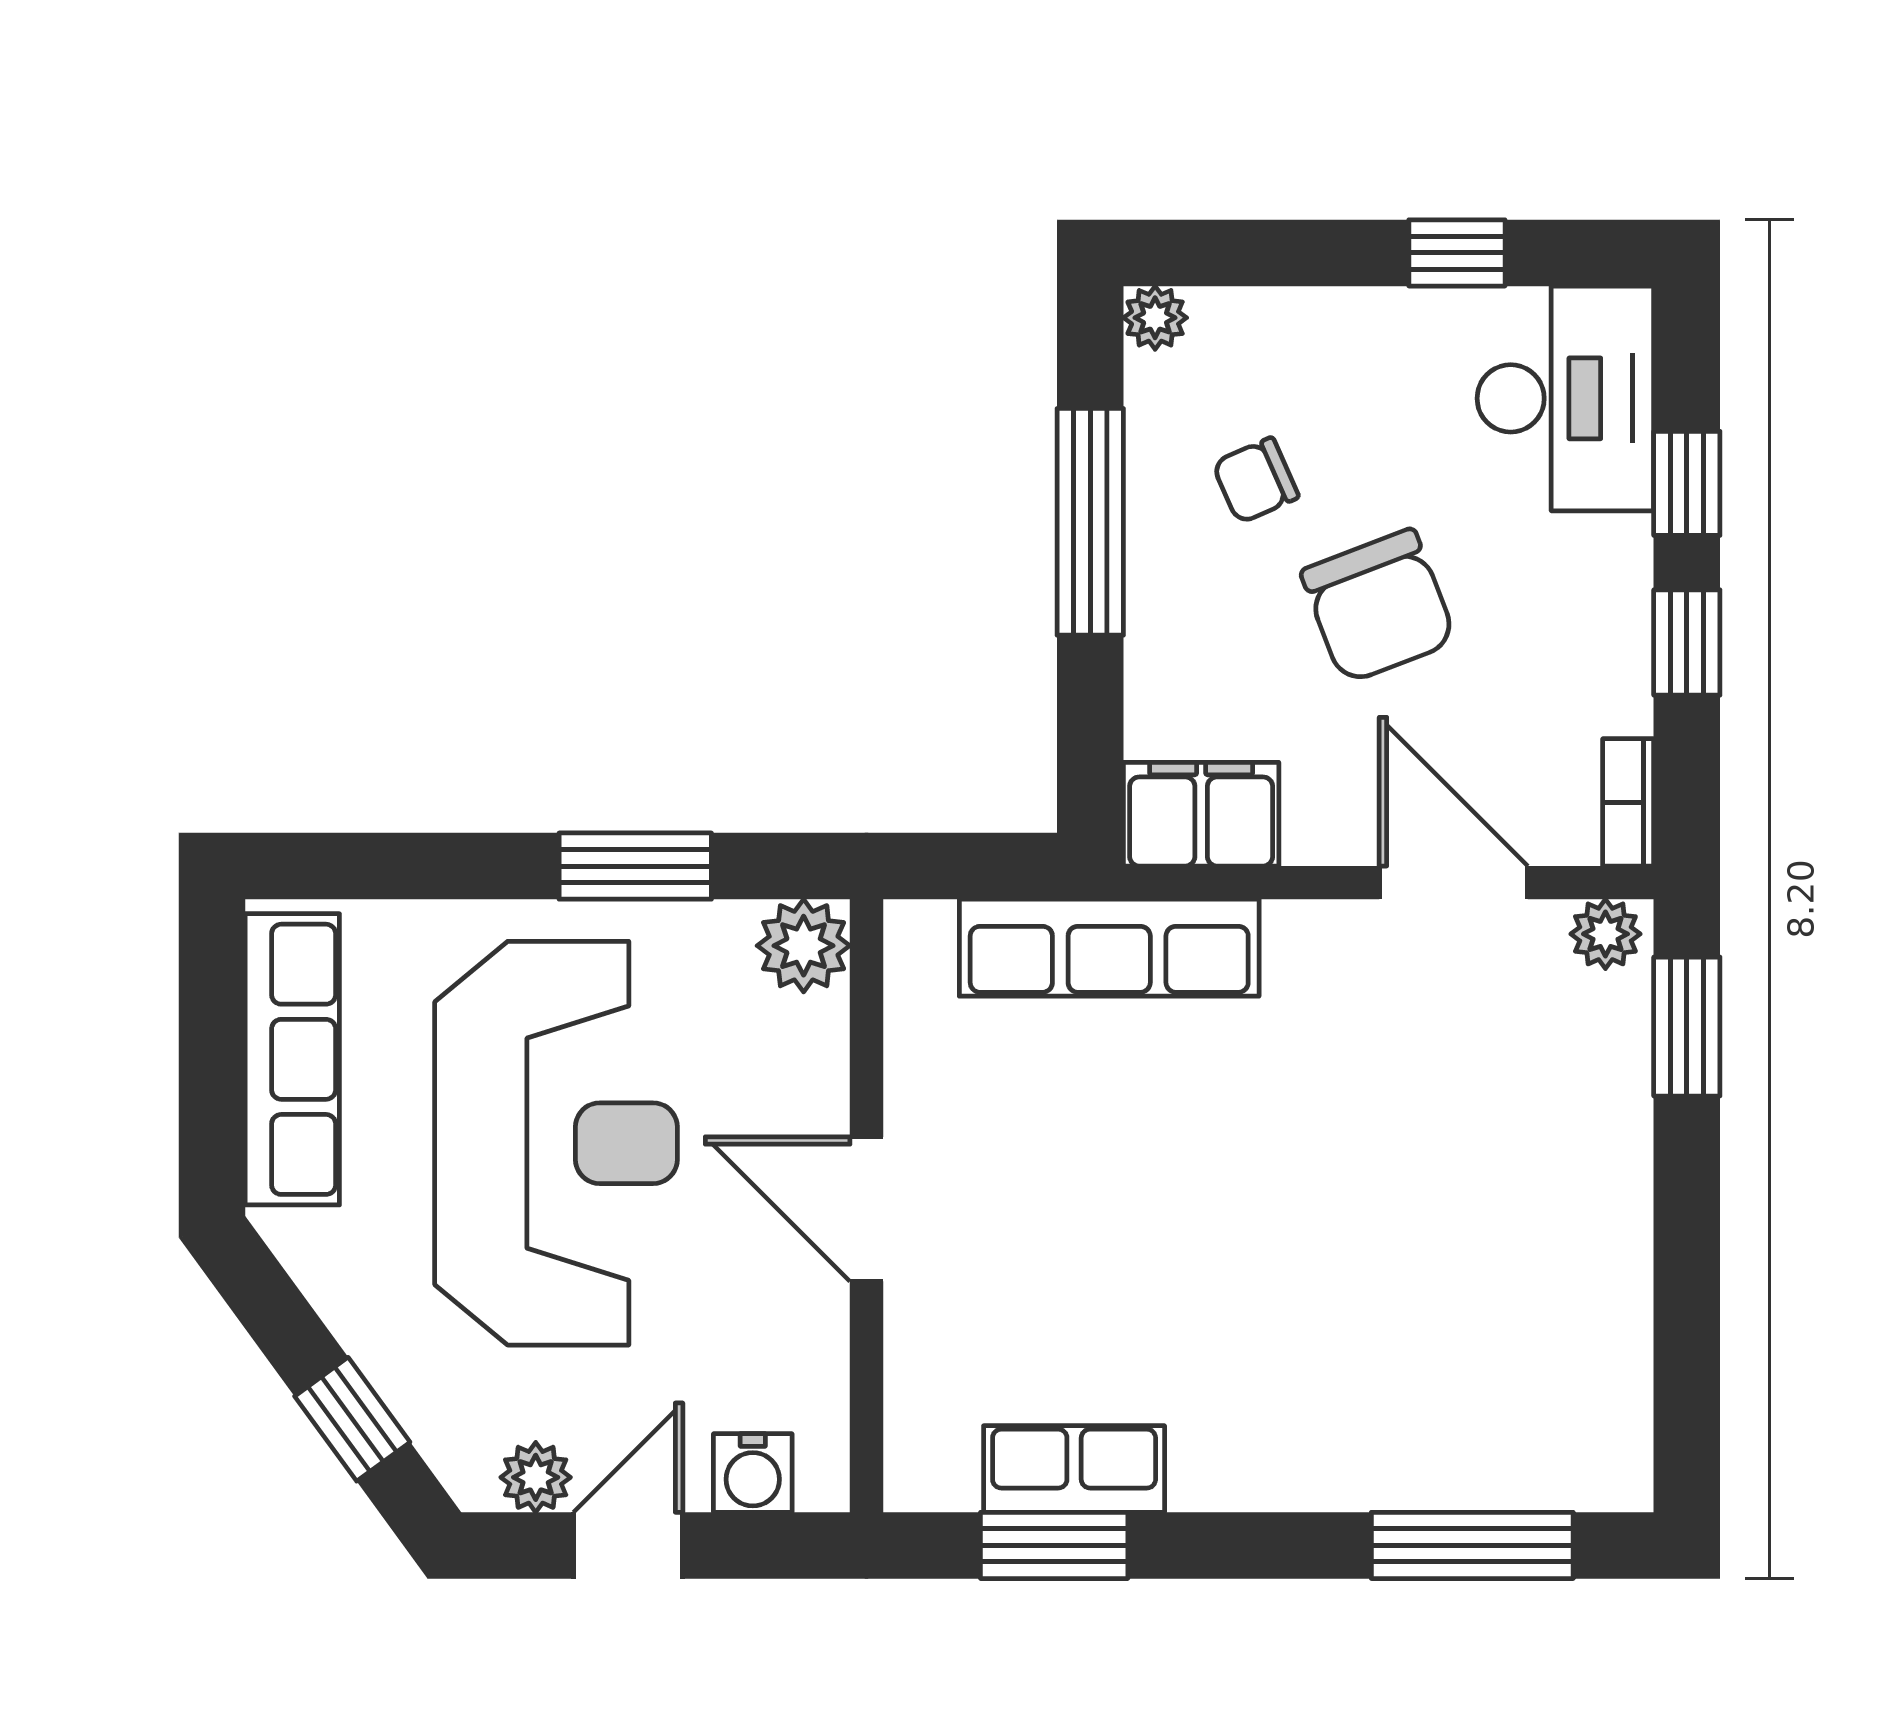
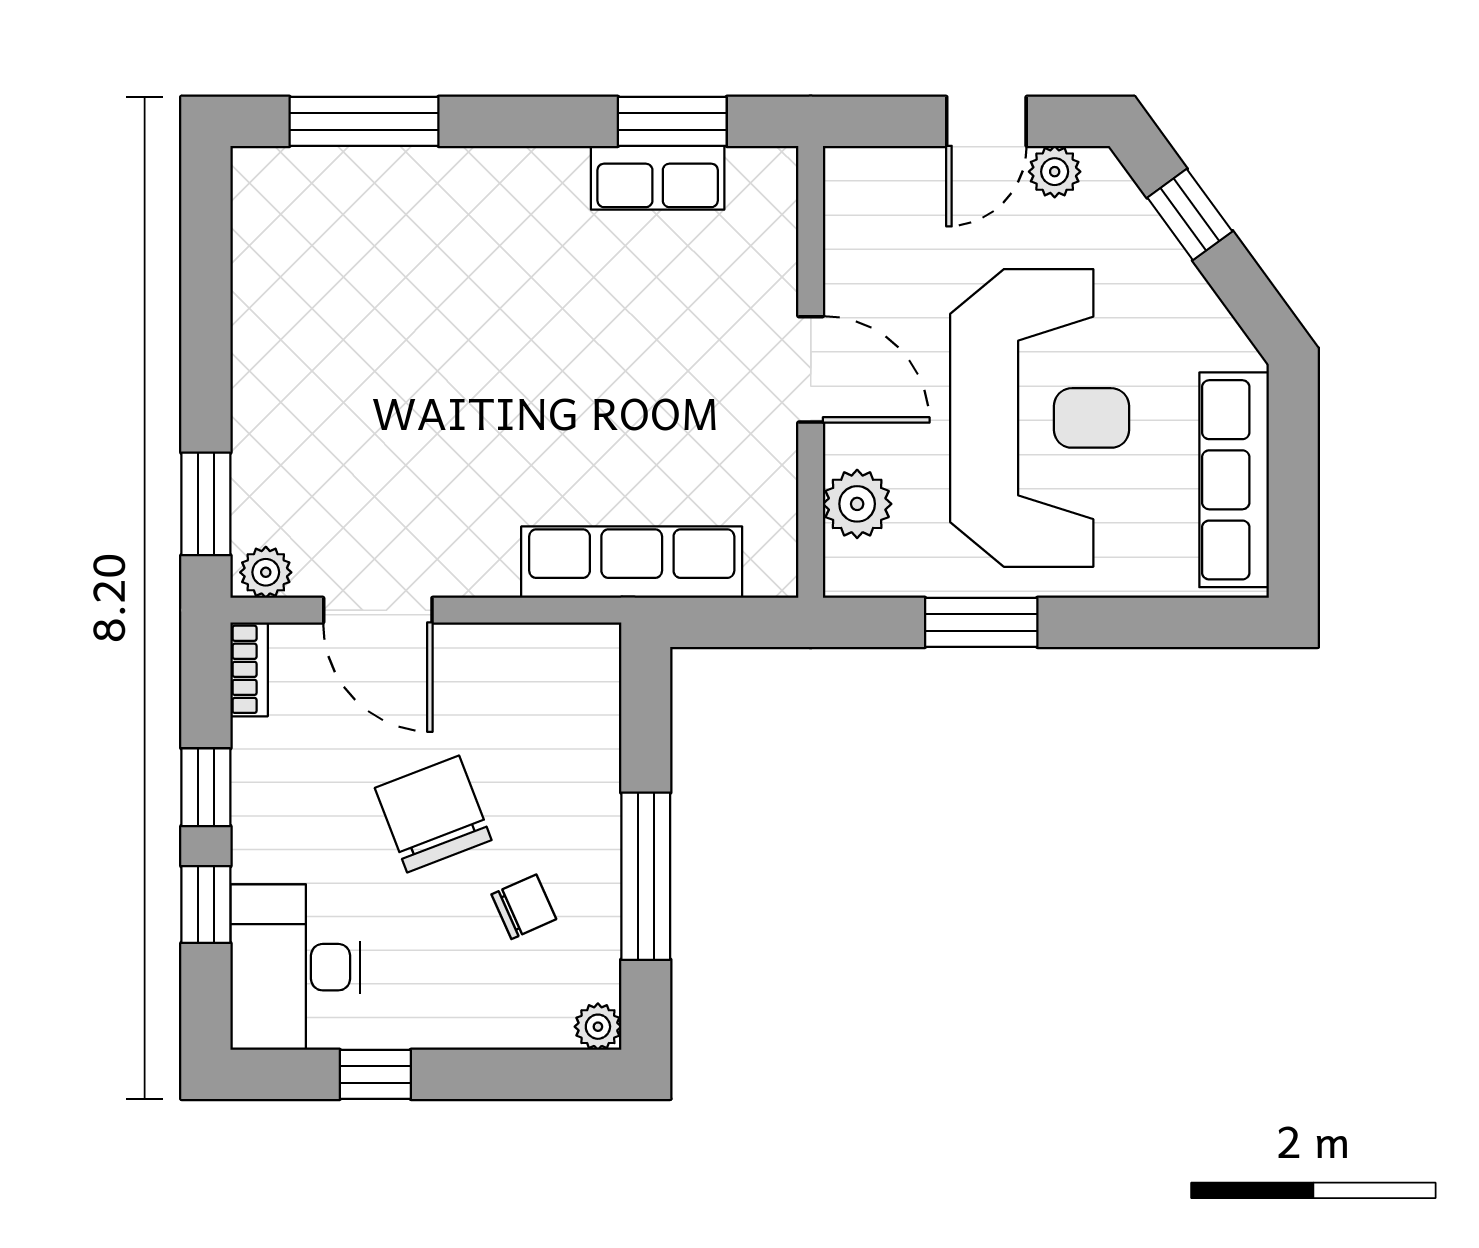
filing cabinet: (1201, 814) -> (564, 661), removed
plant: (804, 946) -> (857, 504), moved
reception desk: (556, 1143) -> (1040, 418), turned 180
water cooler: (753, 1473) -> (895, 175), removed

